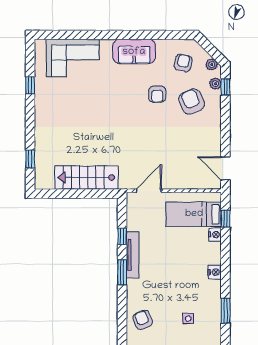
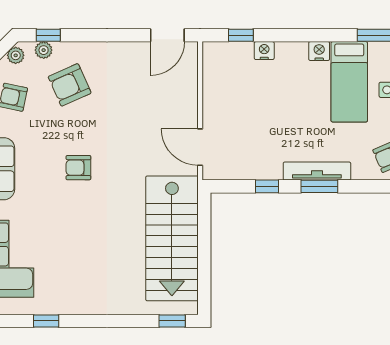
armchair: (157, 94) -> (78, 168), moved, turned 180
window: (30, 159) -> (172, 321), moved
stairs: (87, 177) -> (172, 238), width x1.36, depth x1.51
bed: (194, 214) -> (349, 82), moved
tv unit: (133, 255) -> (317, 171), moved

